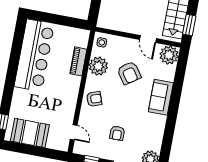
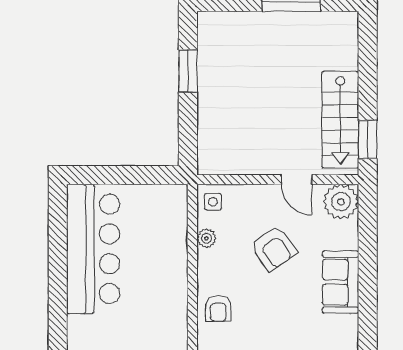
piano: (78, 61) -> (176, 245), removed
plant: (98, 66) -> (206, 238), width x0.53, depth x0.53
armchair: (94, 99) -> (218, 308), turned 109

